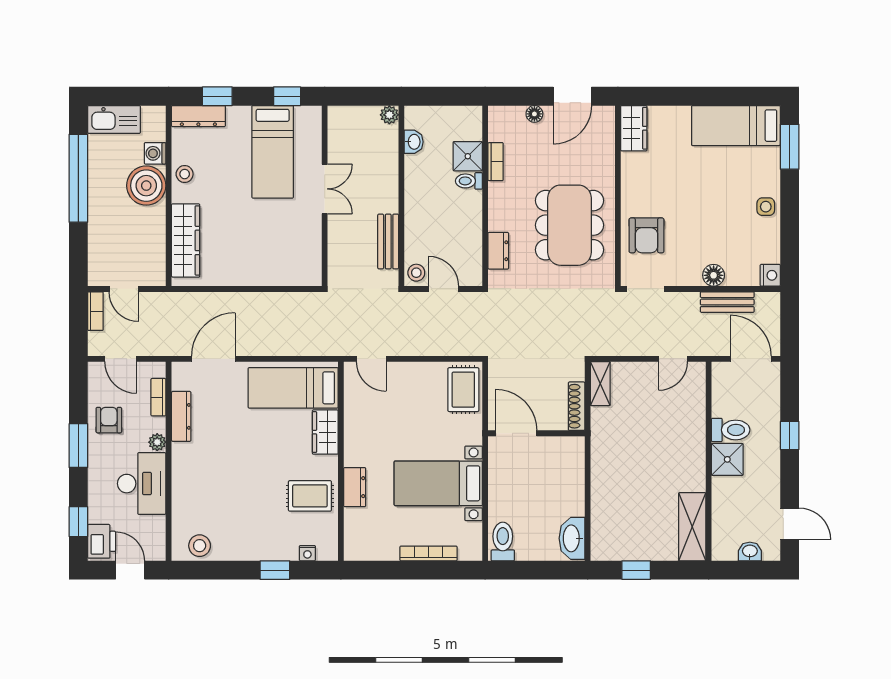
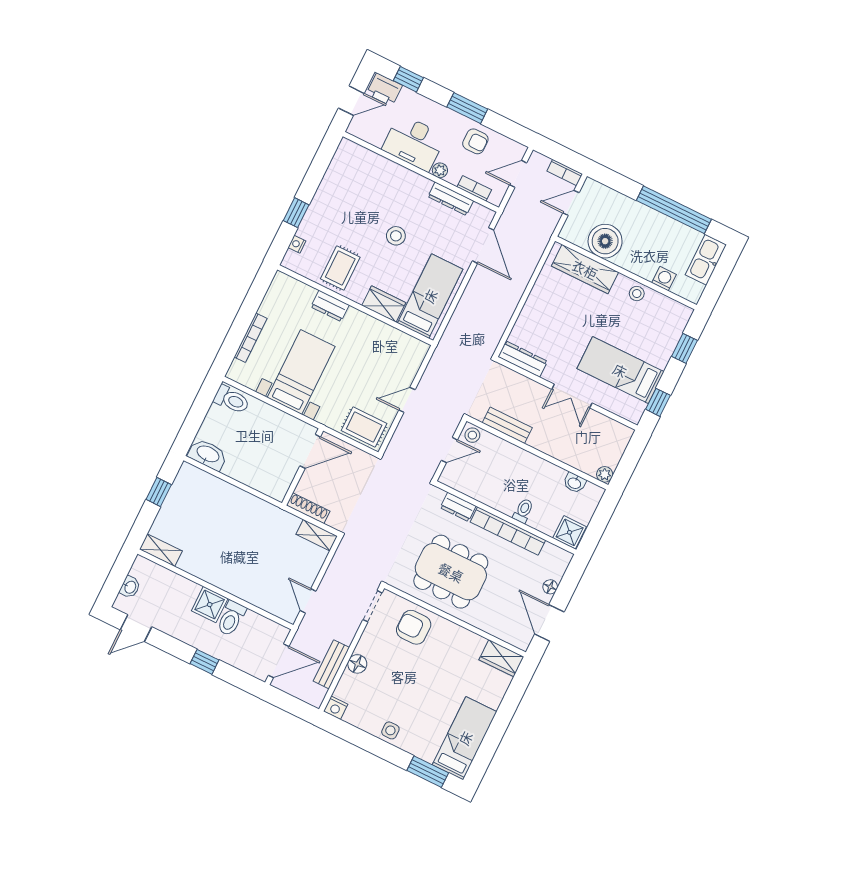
dresser: (198, 116) -> (523, 359), moved, turned 90
shower: (468, 156) -> (570, 532), moved
bookcase: (496, 162) -> (508, 531), width x2.31, depth x1.31
boiler: (146, 186) -> (605, 241), moved
door: (371, 359) -> (407, 400), moved
shelving: (692, 527) -> (161, 550), width x0.67, depth x0.75
stool: (200, 546) -> (396, 236), moved

